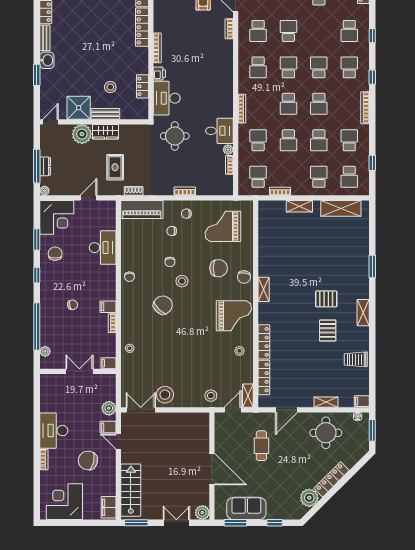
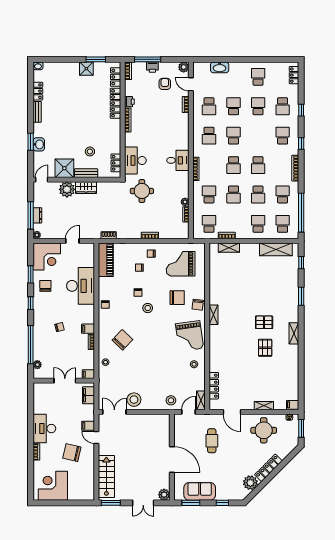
washbasin: (47, 60) -> (39, 144), moved
school desk: (319, 67) -> (258, 106), moved
printer: (159, 74) -> (129, 102), moved
locker: (142, 86) -> (116, 163), moved
desk: (219, 131) -> (178, 160), moved
window: (372, 163) -> (301, 213), width x3.17
rug: (115, 167) -> (94, 216), removed
school desk: (349, 177) -> (283, 224), turned 180
shelving: (299, 206) -> (229, 248), moved
piano: (142, 209) -> (106, 260), moved, turned -90
window: (372, 225) -> (301, 263), added
desk: (103, 248) -> (81, 286), width x1.36, depth x1.30
chair: (163, 305) -> (122, 340), moved
grand piano: (234, 316) -> (189, 336), turned 82
locker: (264, 342) -> (214, 357), removed
trolley: (356, 359) -> (288, 371), removed
plant: (109, 408) -> (89, 410), removed
door: (286, 410) -> (232, 412), hinge flipped
filing cabinet: (109, 507) -> (89, 395), moved
double door: (176, 523) -> (143, 503), swing flipped

